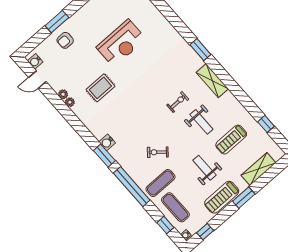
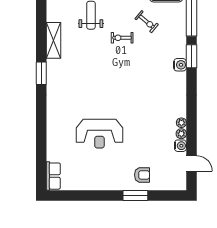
reception desk: (121, 43) -> (99, 134), turned 180
water cooler: (35, 61) -> (180, 146), moved
rug: (100, 88) -> (147, 113), removed
exercise bike: (178, 102) -> (122, 38), moved

